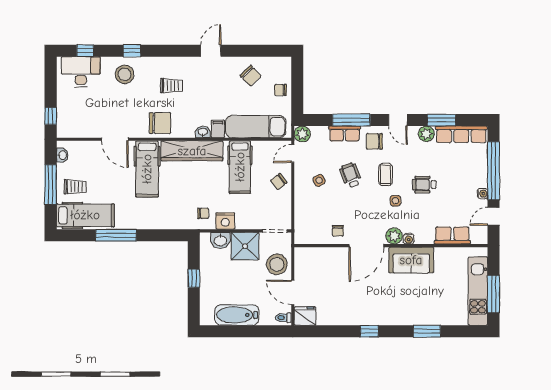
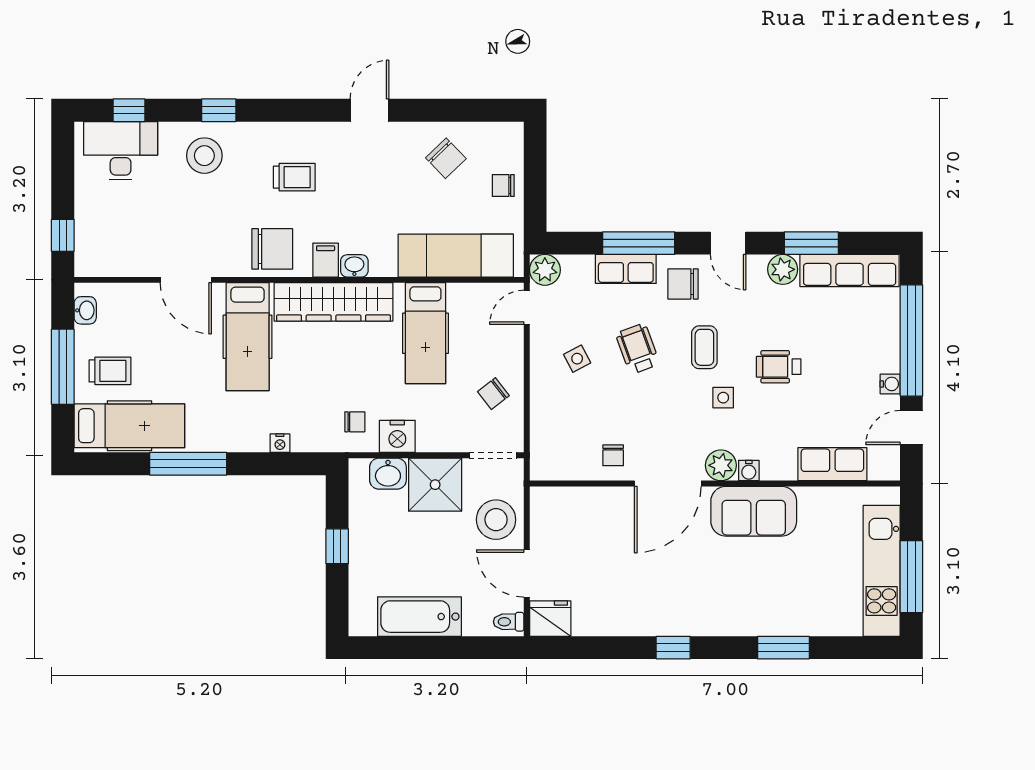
filing cabinet: (218, 129) -> (326, 260), moved
chair: (279, 182) -> (493, 394), moved
nightstand: (164, 224) -> (280, 443), added

